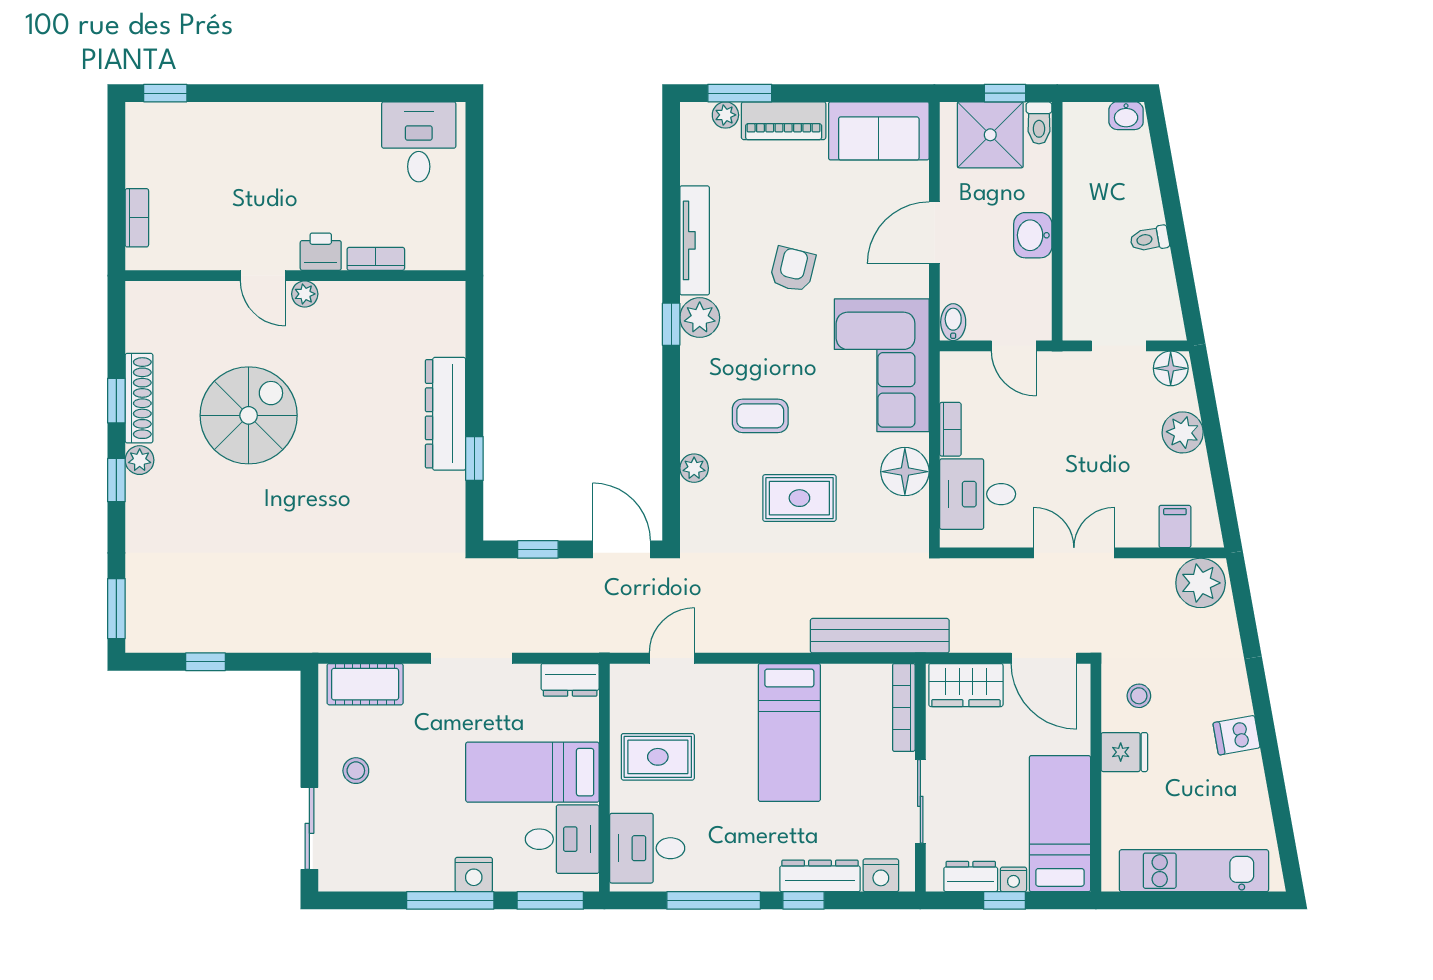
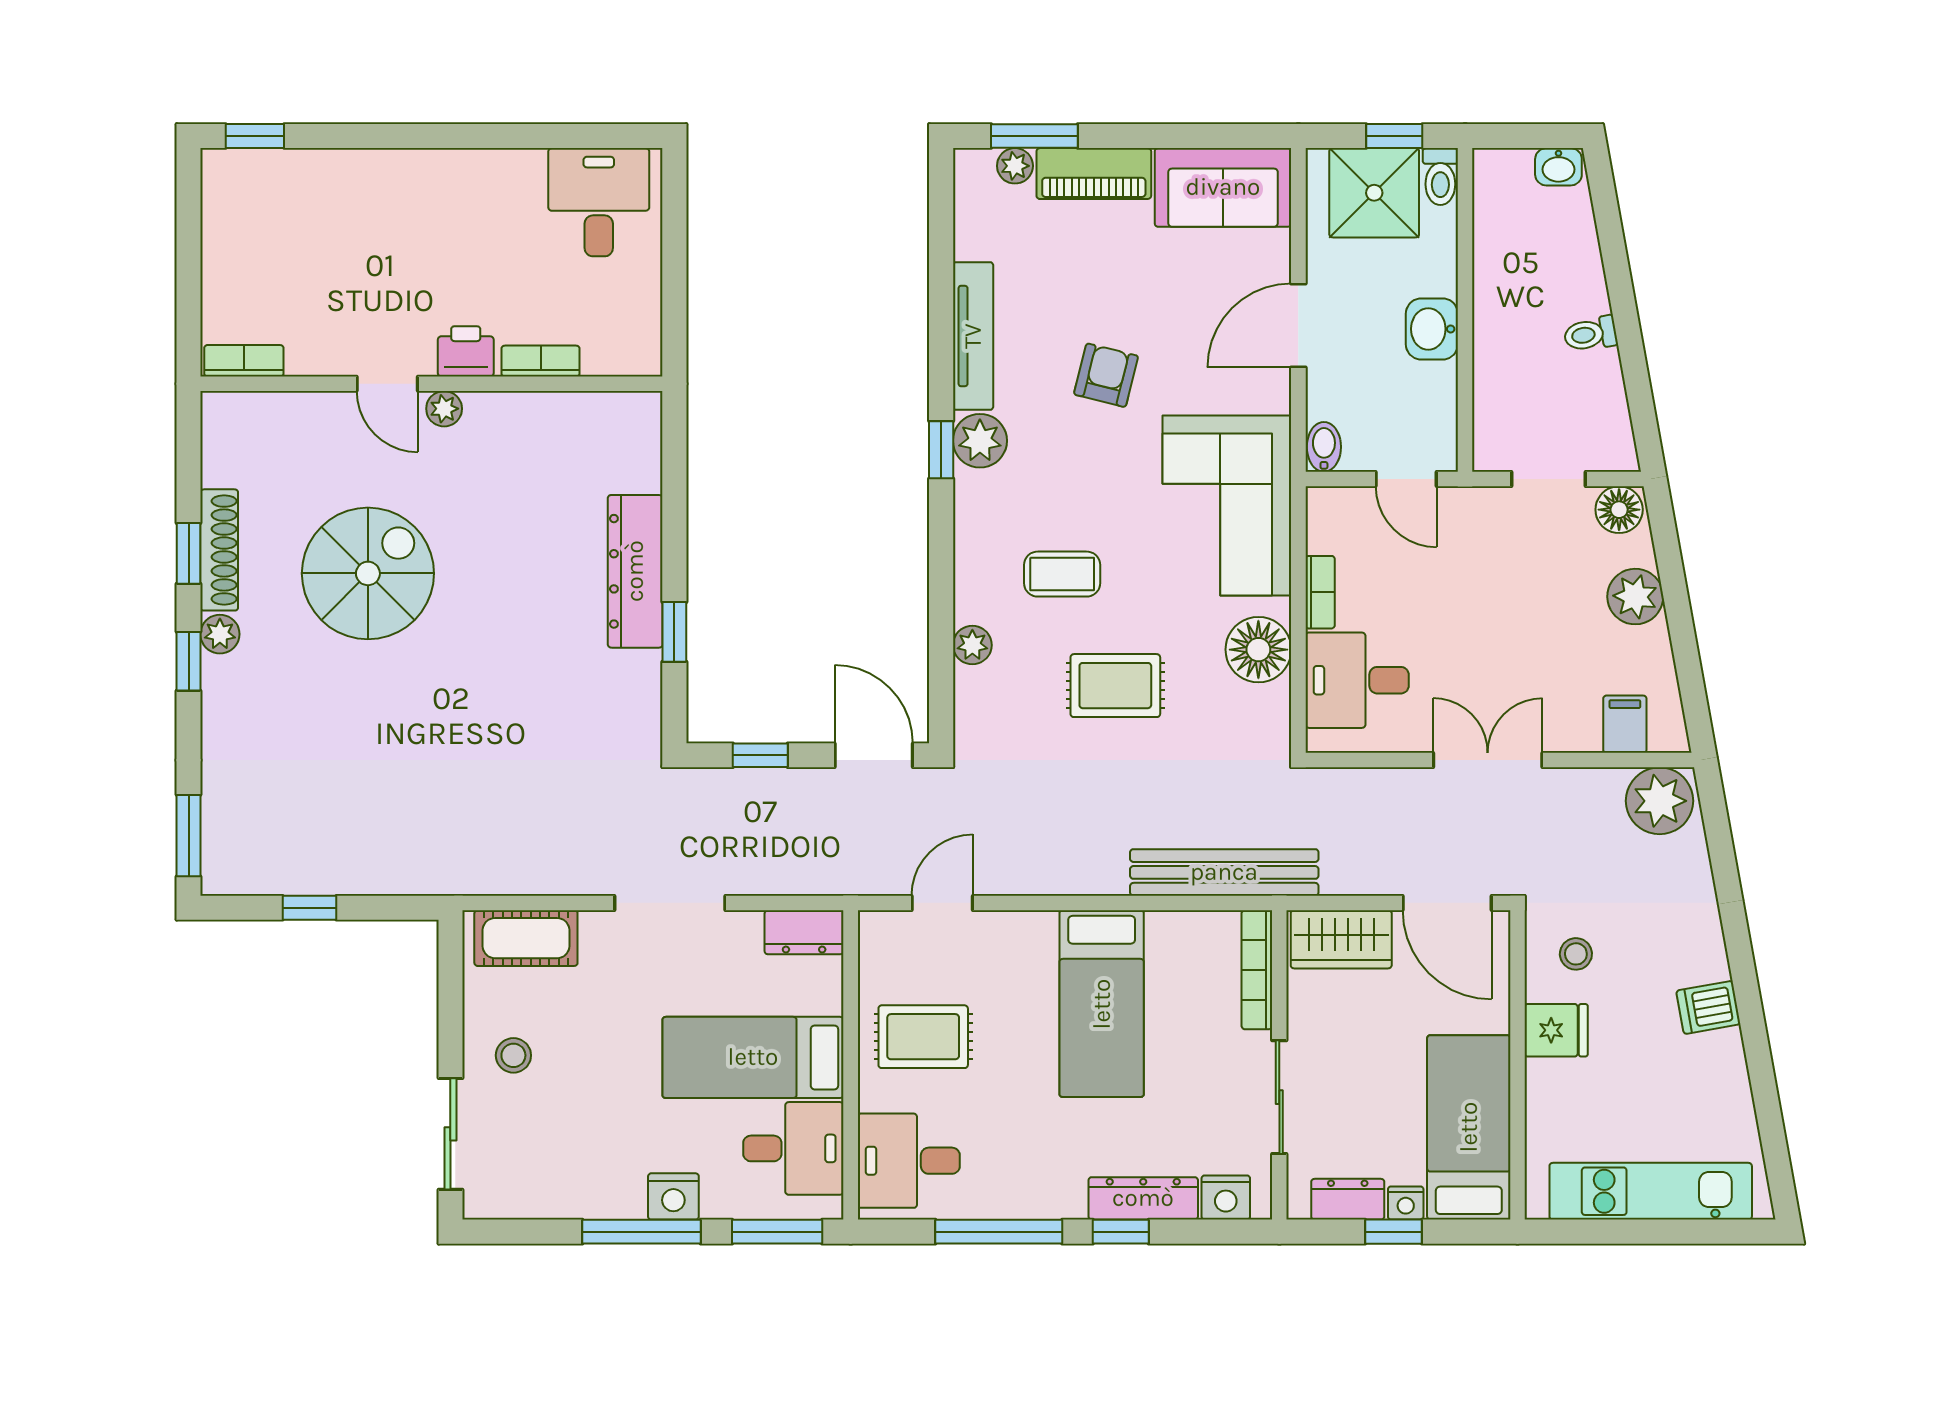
bookcase: (137, 218) -> (244, 361), moved, turned -90

